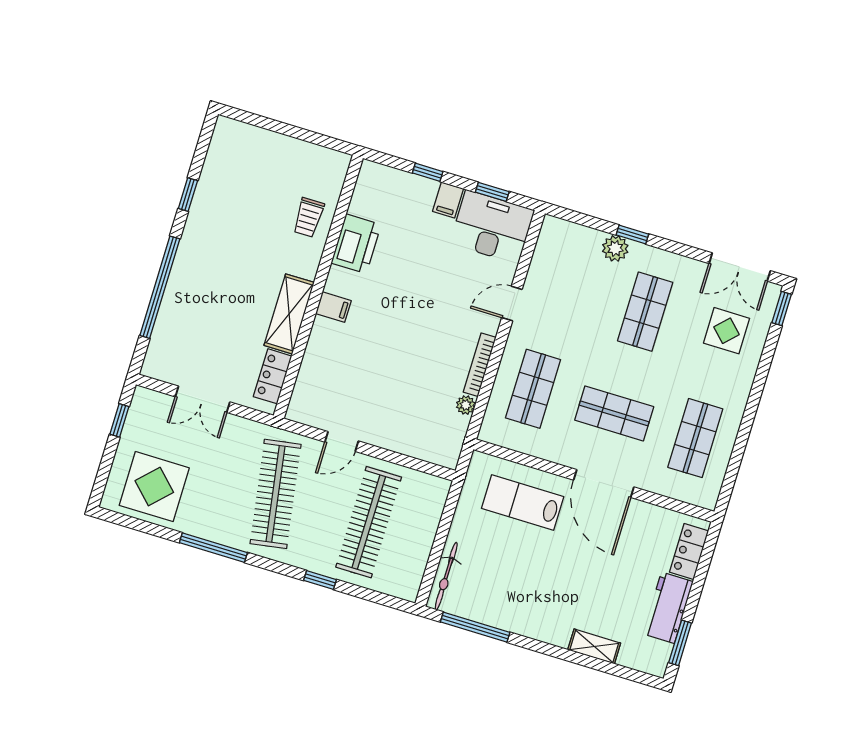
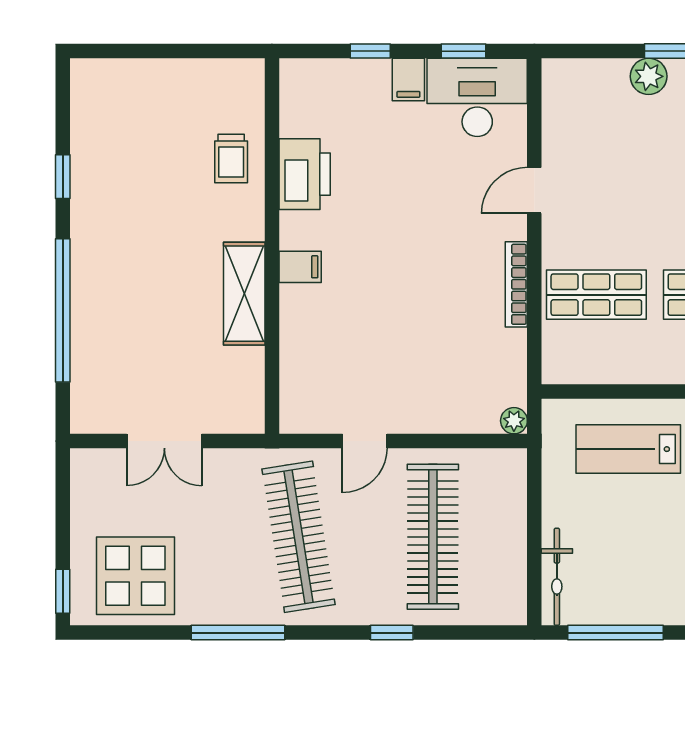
locker: (273, 376) -> (247, 383), removed
shop shelf: (533, 389) -> (596, 295), turned 90
plant: (466, 405) -> (514, 421), moved
window: (119, 420) -> (63, 591), moved

